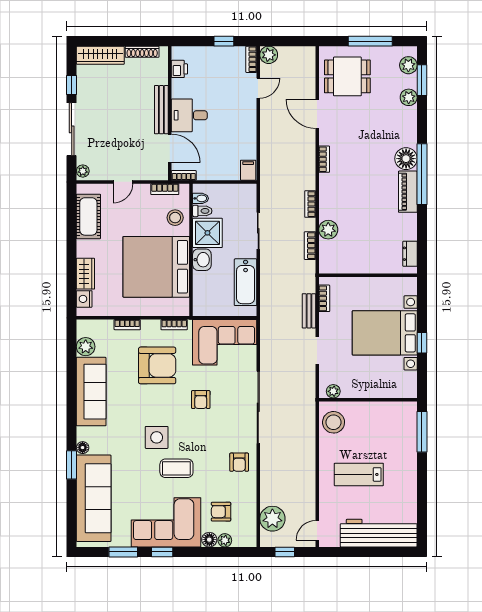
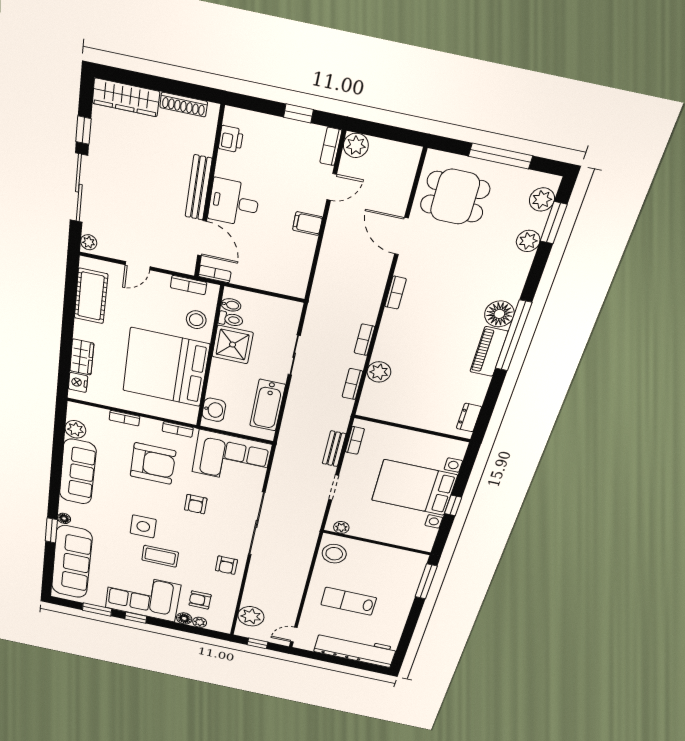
filing cabinet: (248, 170) -> (308, 223), moved, turned -90
washbasin: (202, 260) -> (214, 410), moved

